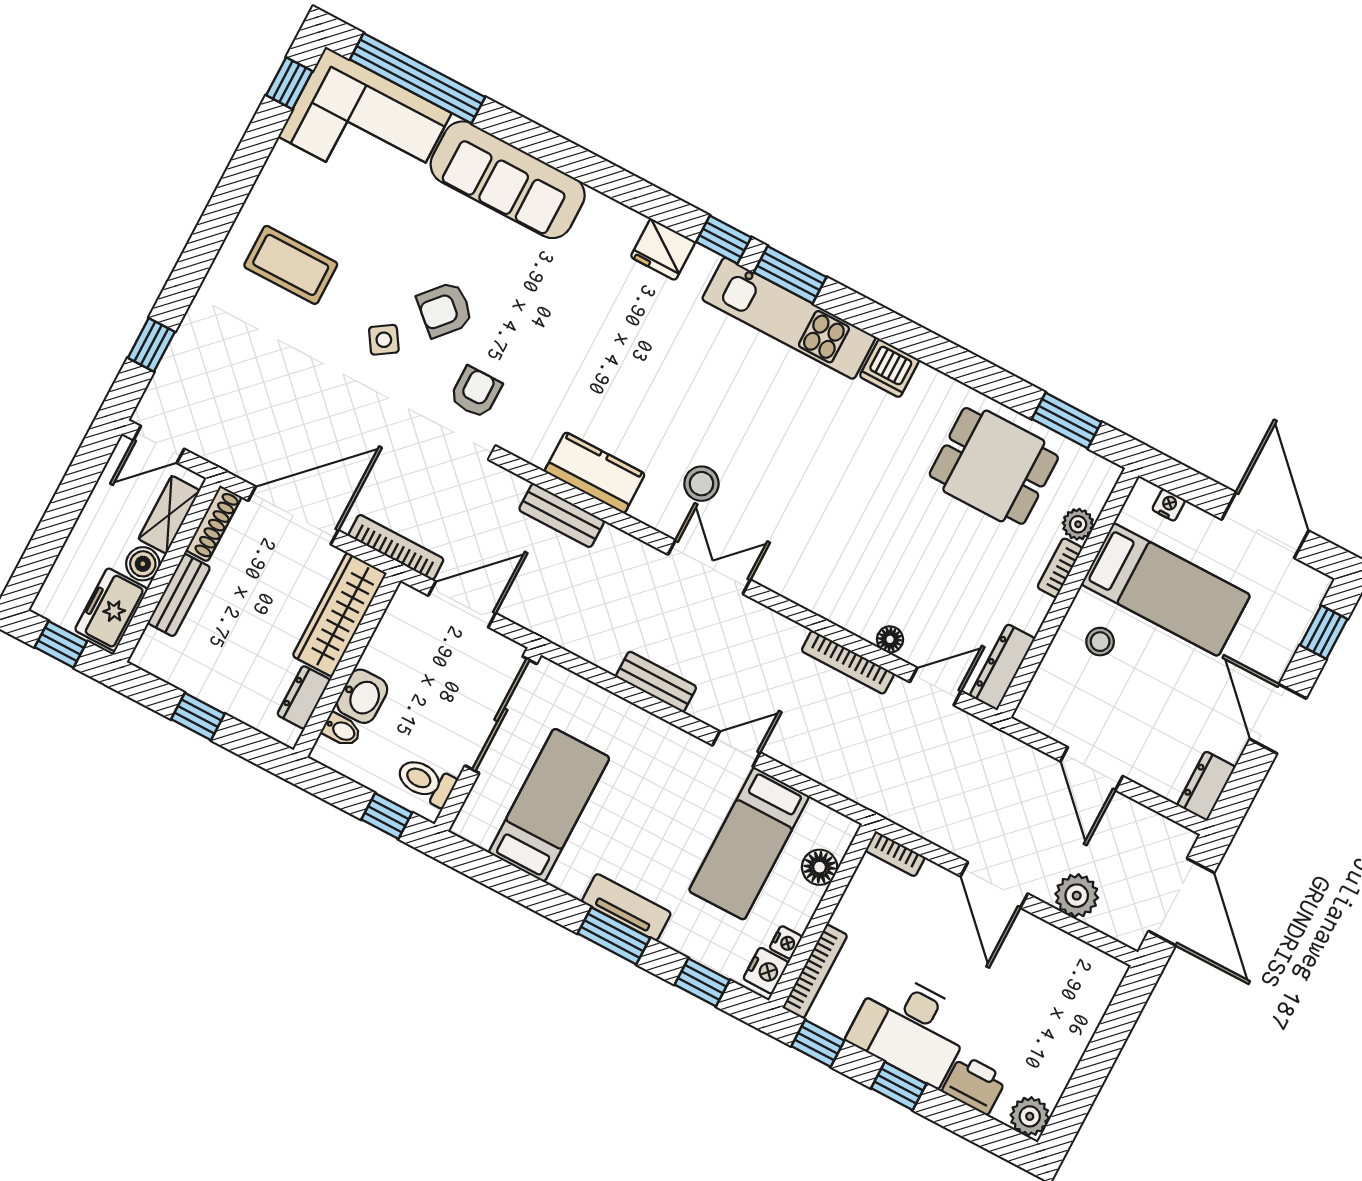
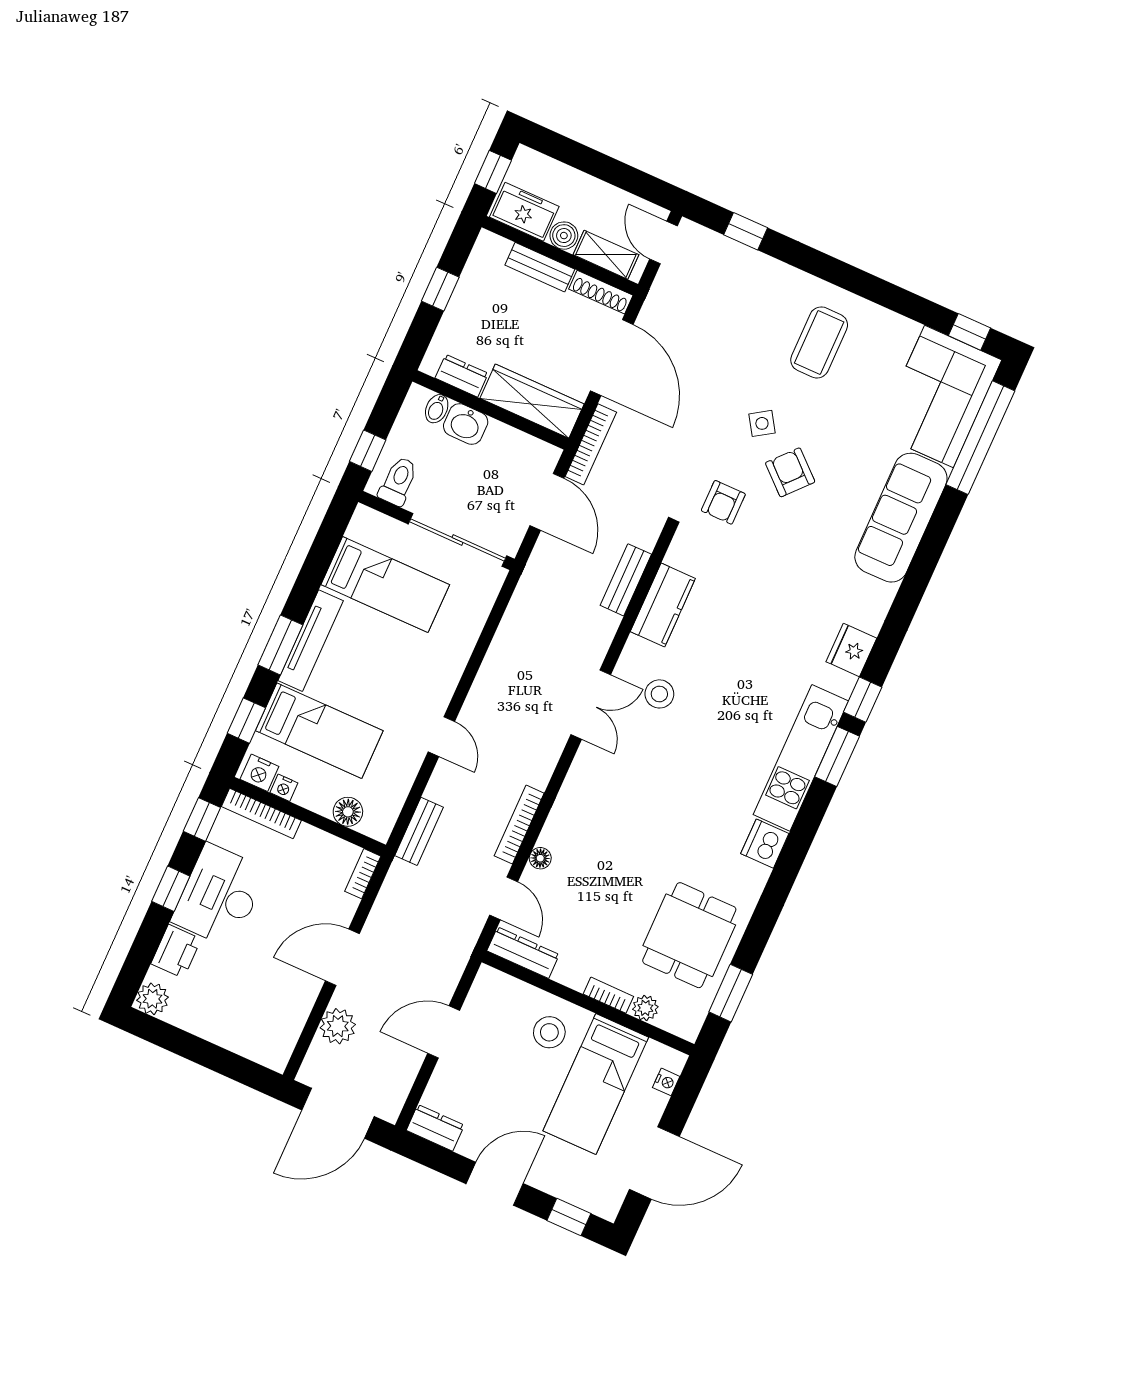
armchair: (476, 392) -> (723, 502), turned 90
stool: (1100, 642) -> (549, 1032), width x1.37, depth x1.37
bench: (656, 682) -> (419, 831), moved
bed: (749, 844) -> (319, 731), moved, turned 180
tv unit: (626, 907) -> (311, 641), width x1.41

